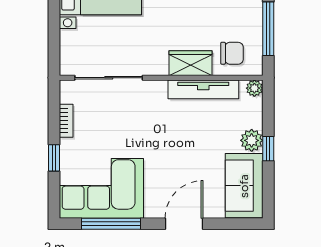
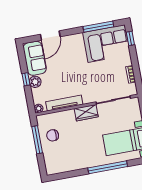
chair: (232, 53) -> (53, 135), moved
wardrobe: (191, 63) -> (86, 113), moved
window: (54, 158) -> (130, 38), moved
door: (184, 224) -> (50, 36), moved

